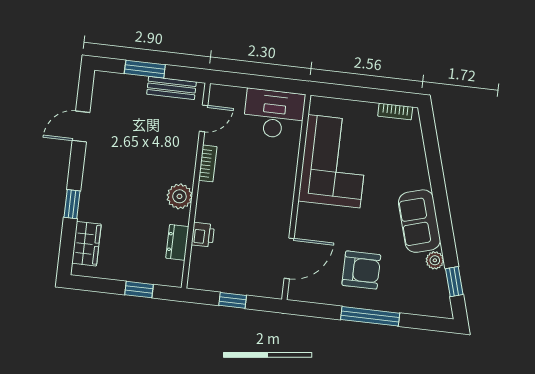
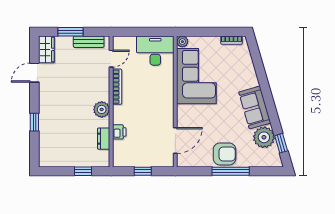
plant: (318, 105) -> (182, 42), added
bookcase: (208, 163) -> (117, 87), width x1.56
wardrobe: (86, 244) -> (46, 49), moved
plant: (435, 260) -> (264, 137), width x1.87, depth x1.87
armchair: (361, 270) -> (225, 154), moved

